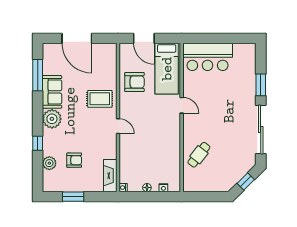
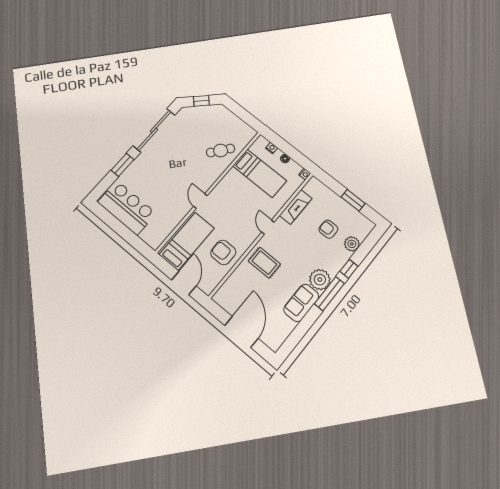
bar counter: (208, 57) -> (127, 208), moved
window: (38, 75) -> (329, 294), moved
bed: (156, 161) -> (260, 173), added
fireplace: (110, 176) -> (296, 207), moved

